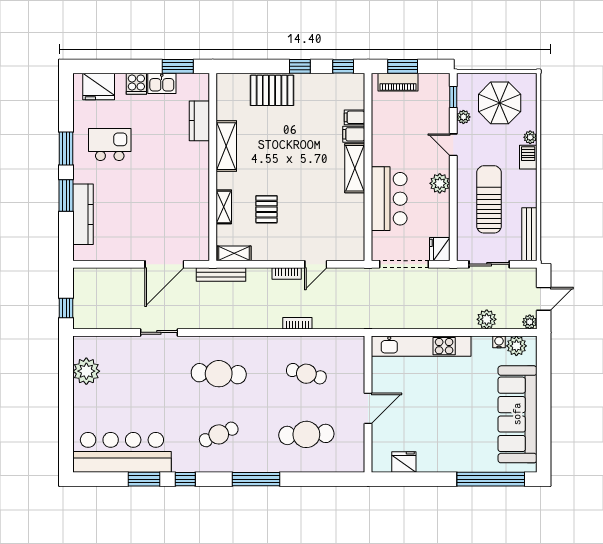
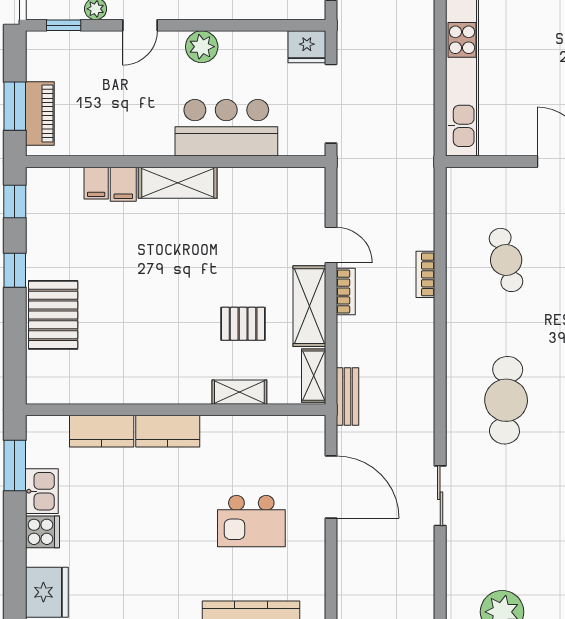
kitchen island: (110, 145) -> (251, 521), moved, turned -90
shelving: (226, 146) -> (309, 306), moved, turned 90
kitchen counter: (199, 162) -> (168, 431), added
bench: (221, 275) -> (347, 396), width x0.73
cafe table: (306, 374) -> (506, 260), turned -30

